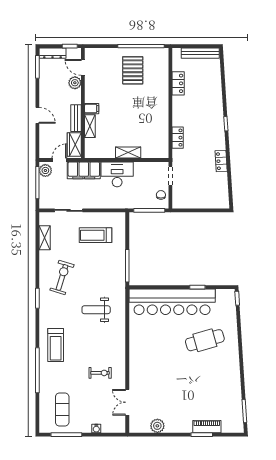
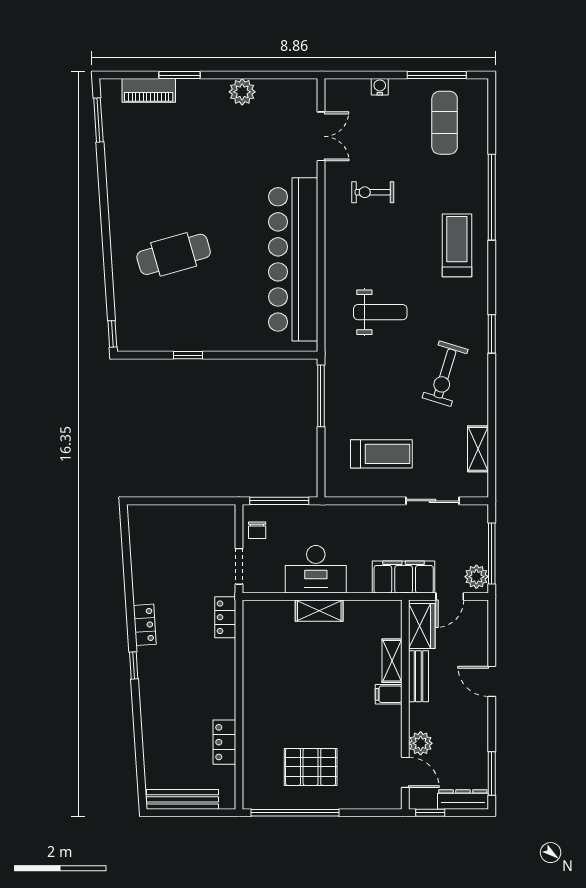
pallet: (133, 70) -> (311, 767), turned 90
locker: (178, 138) -> (225, 617), moved
locker: (221, 161) -> (145, 625), moved
desk: (117, 174) -> (316, 569), moved
bar counter: (172, 302) -> (293, 259), moved, turned -90
plant: (157, 426) -> (242, 92), moved
piano: (207, 427) -> (149, 90), moved

